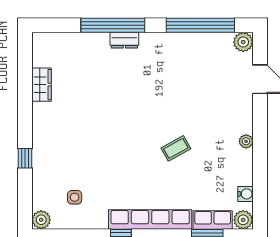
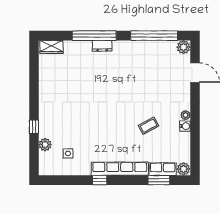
wardrobe: (41, 85) -> (51, 47), moved, turned 90
coffee table: (176, 148) -> (148, 126), moved
water cooler: (245, 194) -> (185, 126), moved
plant: (41, 220) -> (45, 145), moved

